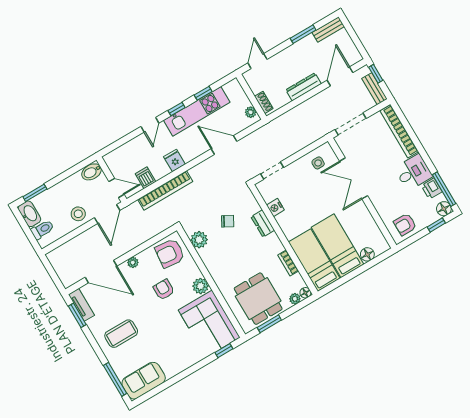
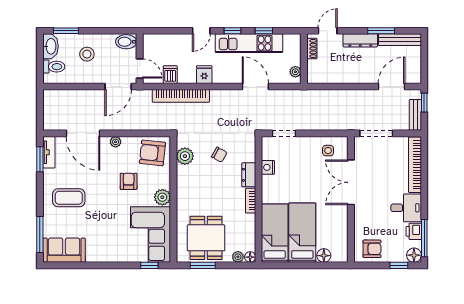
bench: (328, 29) -> (400, 40), width x1.36
dresser: (303, 87) -> (360, 40), moved, turned 180
shoe rack: (264, 102) -> (312, 49), moved
stool: (78, 214) -> (87, 54), moved
armchair: (405, 224) -> (372, 249), turned 180
bookcase: (288, 263) -> (251, 201), moved

